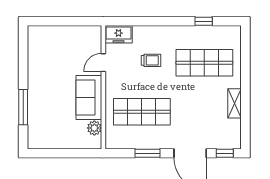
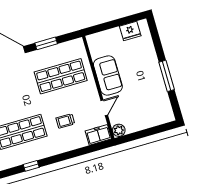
window: (23, 107) -> (167, 76), moved
plant: (94, 128) -> (119, 130), moved
fridge: (50, 140) -> (130, 31), added

